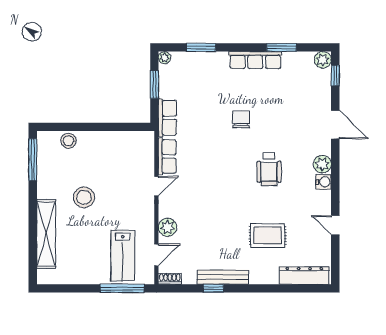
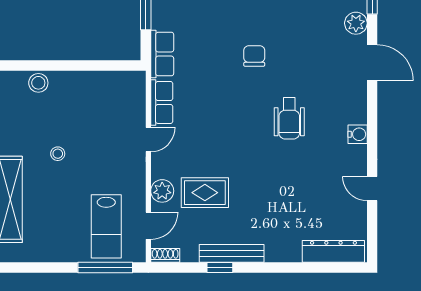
plant: (322, 164) -> (356, 23), moved
stool: (84, 197) -> (58, 154), width x0.53, depth x0.53
rug: (268, 235) -> (205, 193), moved

